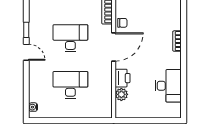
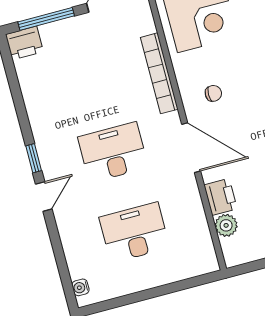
chair: (122, 23) -> (213, 93), moved
door: (114, 47) -> (191, 148), hinge flipped
door: (26, 52) -> (44, 197), hinge flipped

